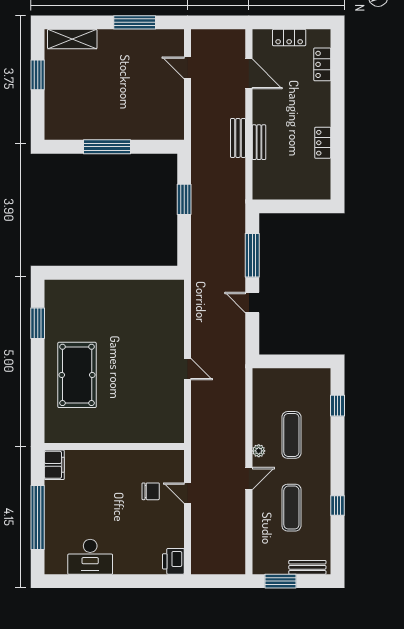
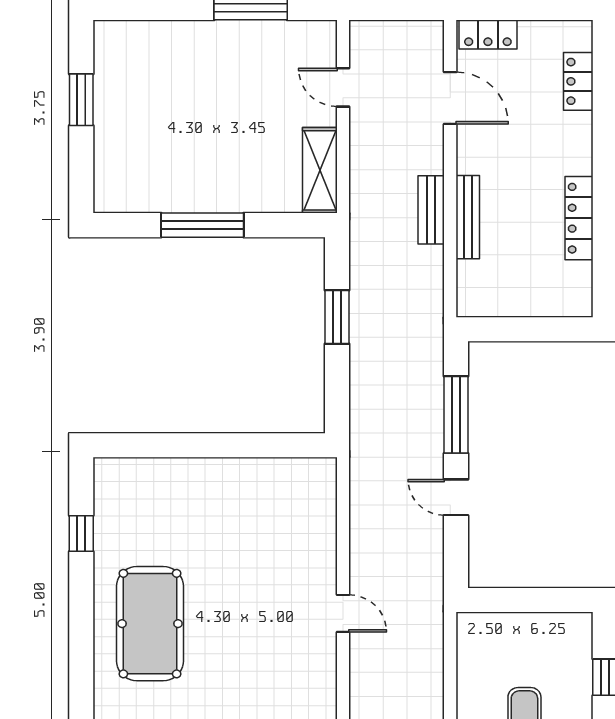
locker: (289, 38) -> (488, 34), moved
shelving: (72, 39) -> (320, 170), moved, turned 90
bench: (259, 142) -> (468, 217), width x1.36
locker: (323, 143) -> (579, 218), width x1.53
window: (38, 323) -> (81, 534), width x0.67

